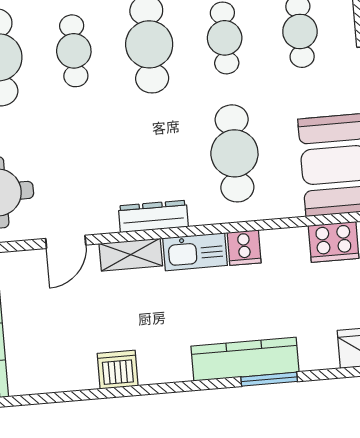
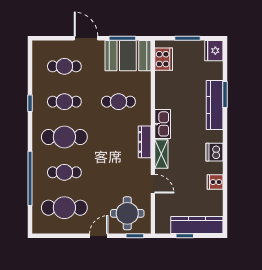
cafe table: (234, 153) -> (118, 102), width x0.73, depth x0.74
cooker: (244, 248) -> (215, 182), moved, turned 180
dishwasher: (118, 370) -> (214, 152), moved

